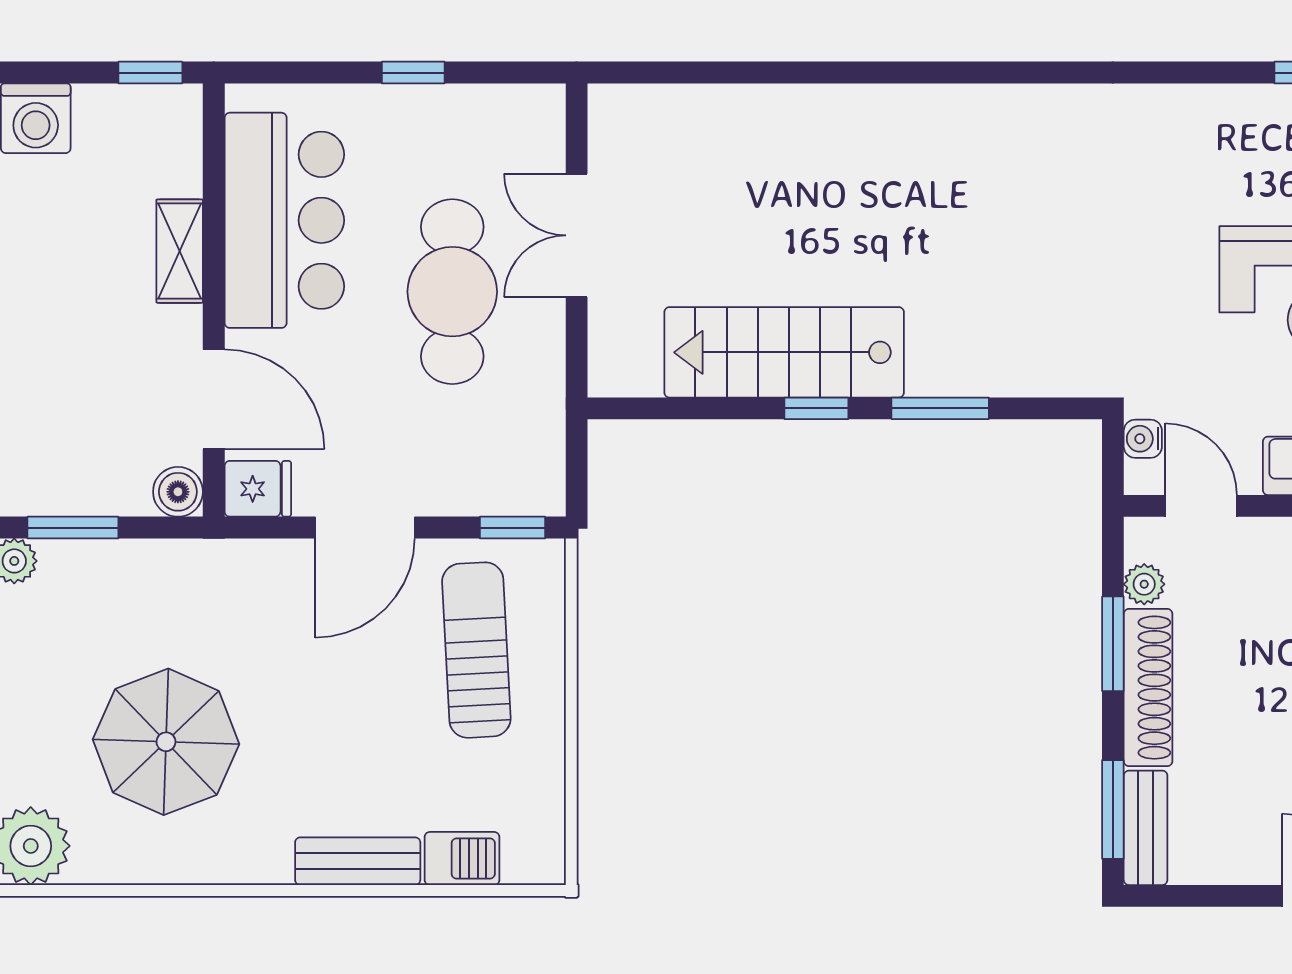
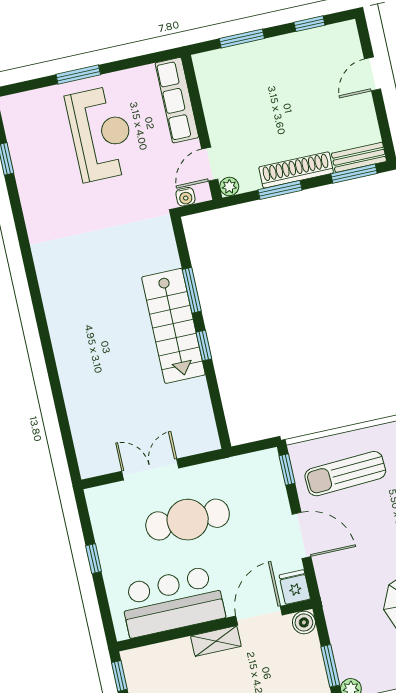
double door: (577, 235) -> (150, 470), swing flipped
shelving: (180, 251) -> (216, 641), moved
stairs: (784, 352) -> (173, 326), moved
plant: (1144, 584) -> (229, 186), moved

